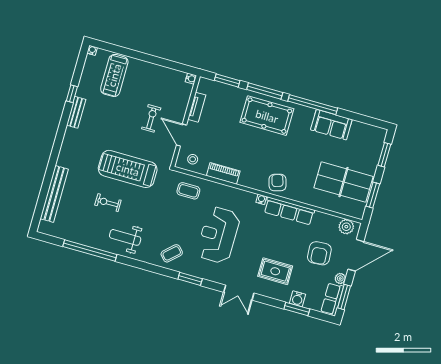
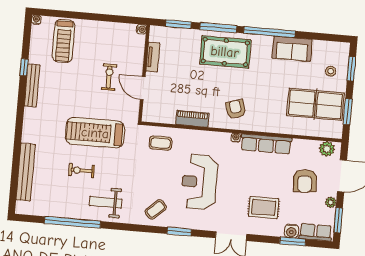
bench: (76, 112) -> (32, 85), width x1.36
stool: (193, 159) -> (331, 71), moved
armchair: (277, 183) -> (236, 109), moved
row of seats: (332, 299) -> (316, 232), moved, turned 90

